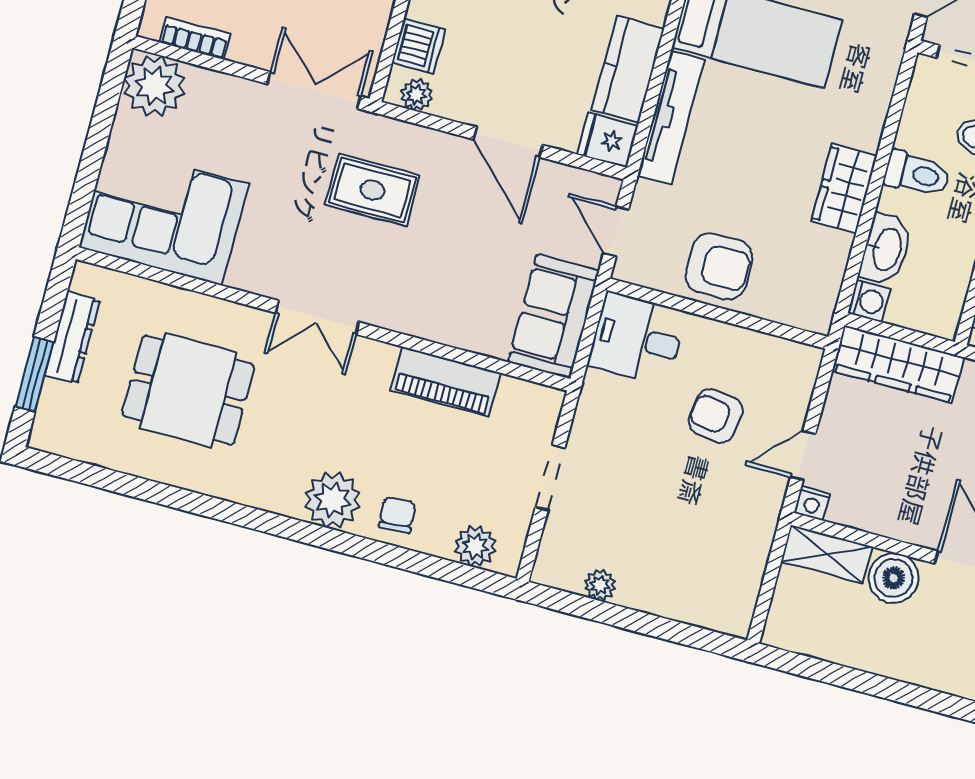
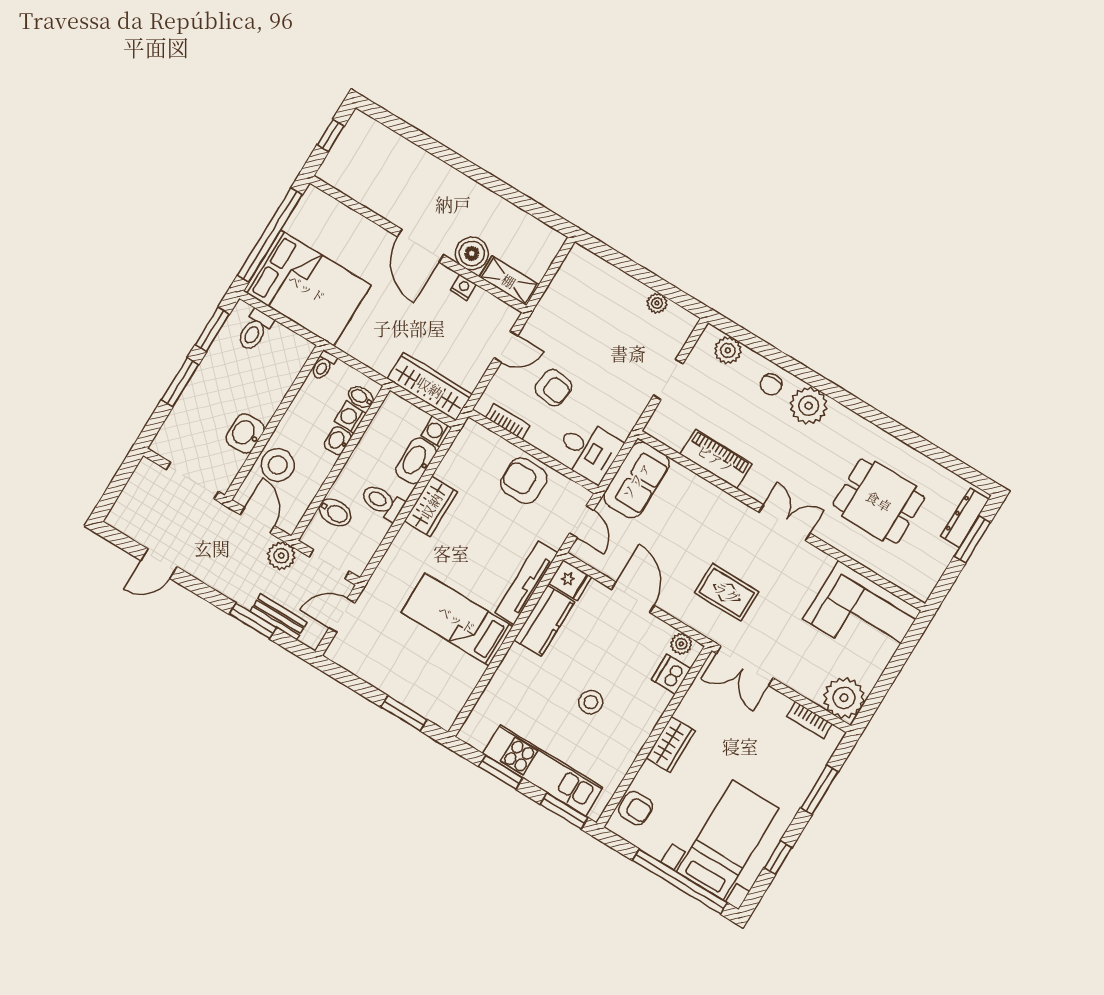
dresser: (72, 337) -> (965, 518), moved
bookcase: (768, 347) -> (508, 421), added
nightstand: (812, 503) -> (463, 287), moved

